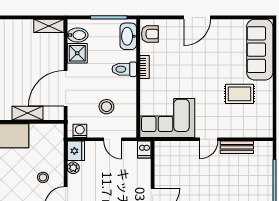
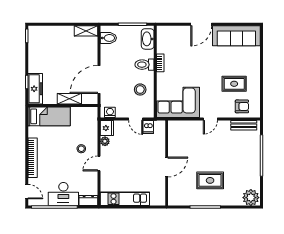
armchair: (150, 34) -> (242, 106), moved
sofa: (260, 50) -> (236, 36), moved, turned -90
shower: (77, 53) -> (108, 52), removed
stool: (106, 107) -> (140, 90), moved
bench: (237, 147) -> (244, 125), moved
dishwasher: (144, 150) -> (148, 127), moved

